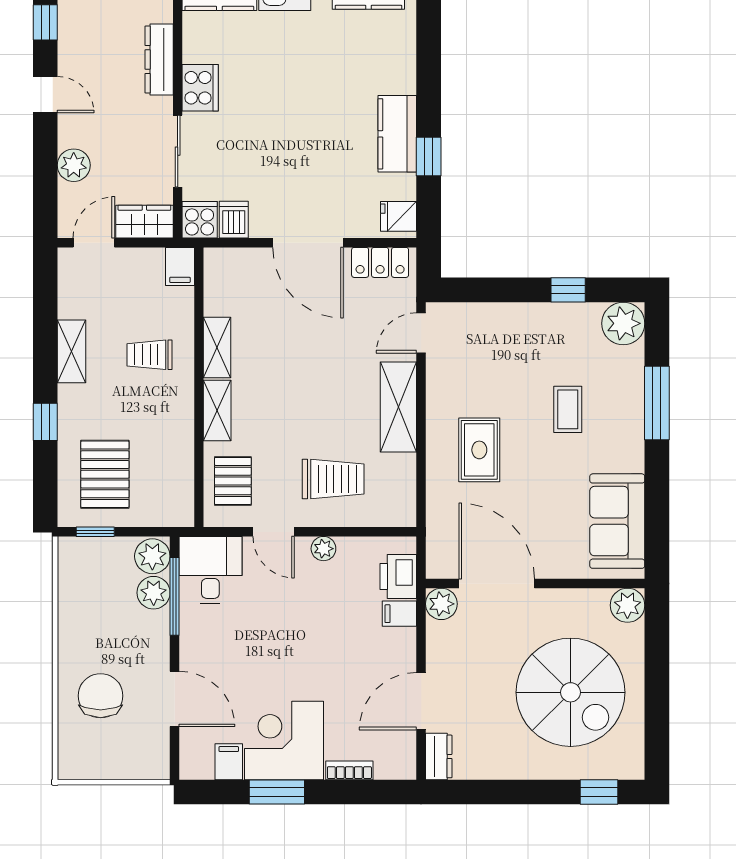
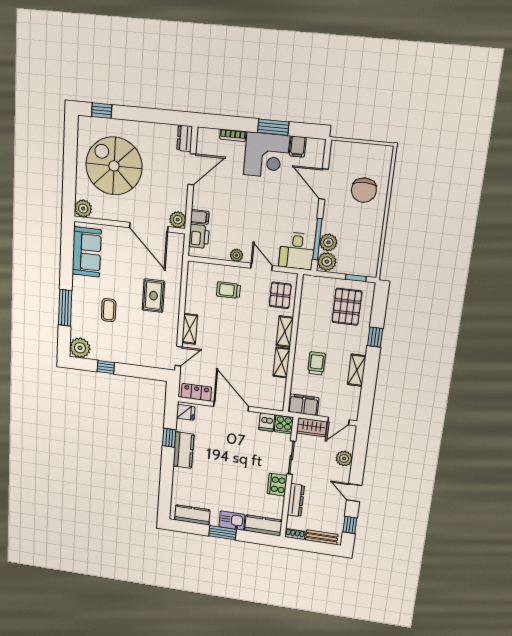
filing cabinet: (180, 266) -> (303, 405), width x2.00
trolley: (149, 355) -> (317, 363), turned -90
shelving: (398, 407) -> (190, 329), width x0.67, depth x0.75
trolley: (333, 479) -> (228, 290), width x0.73, depth x0.72

